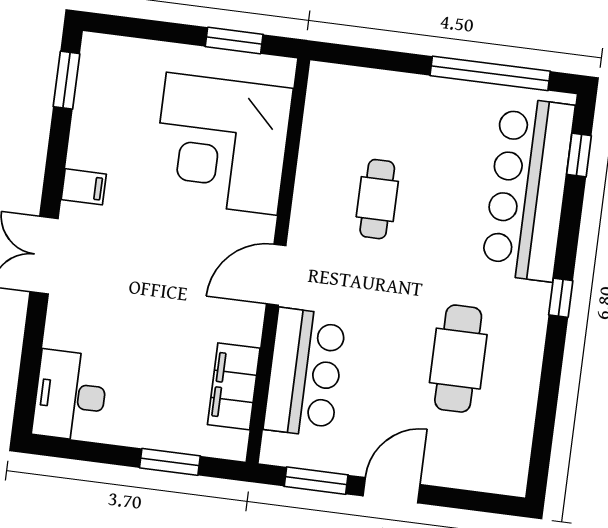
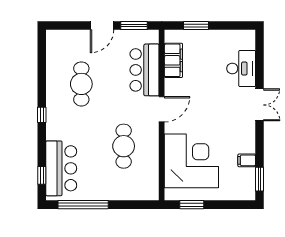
filing cabinet: (84, 187) -> (247, 160), moved
bar counter: (528, 189) -> (61, 168), width x0.73
cafe table: (377, 199) -> (124, 146), width x1.37, depth x1.35
desk: (70, 396) -> (241, 69), moved

